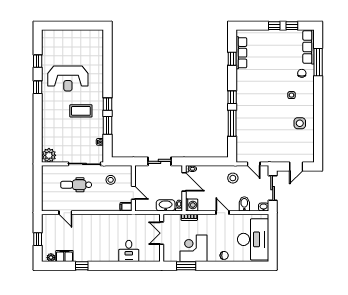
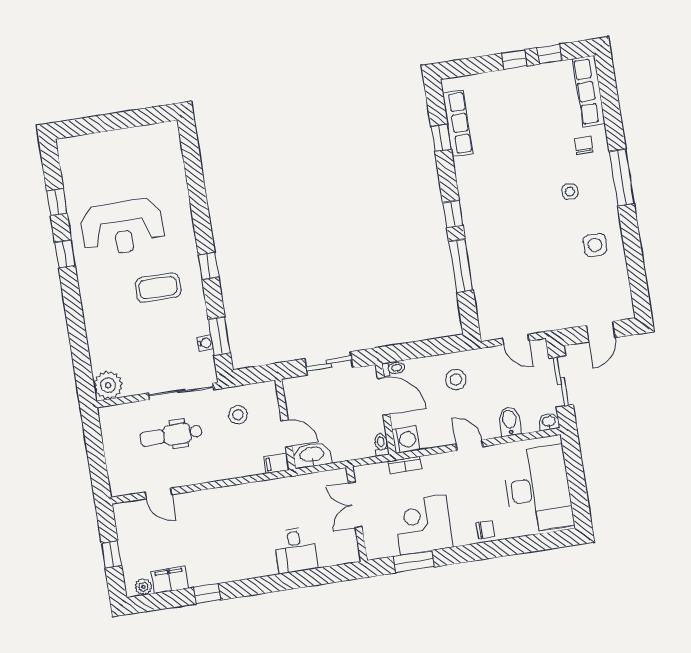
window: (318, 62) -> (622, 177), moved
window: (108, 125) -> (219, 336), moved
stool: (233, 178) -> (456, 380), moved
washbasin: (166, 205) -> (312, 455), moved

